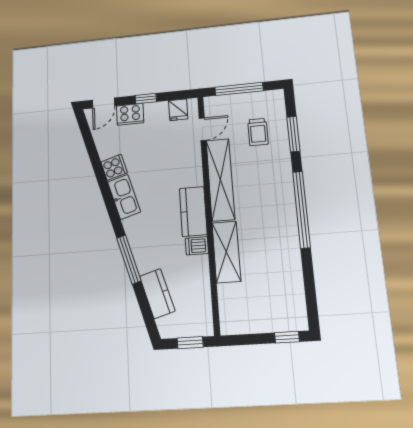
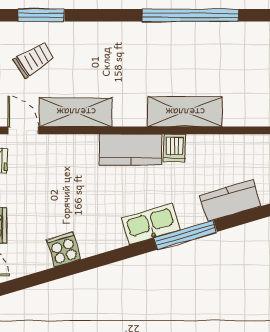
trolley: (258, 132) -> (34, 60), turned -32
shelving: (220, 180) -> (76, 112), width x0.68
kitchen sink: (124, 197) -> (151, 224), moved
window: (301, 210) -> (190, 15), moved

